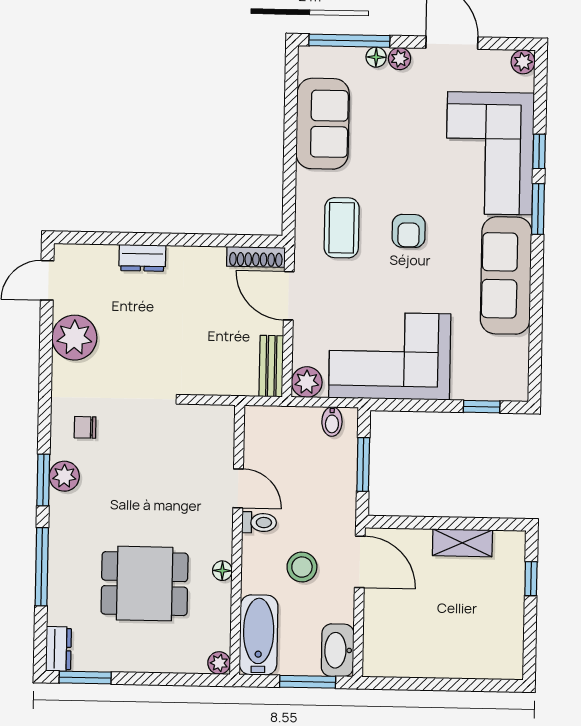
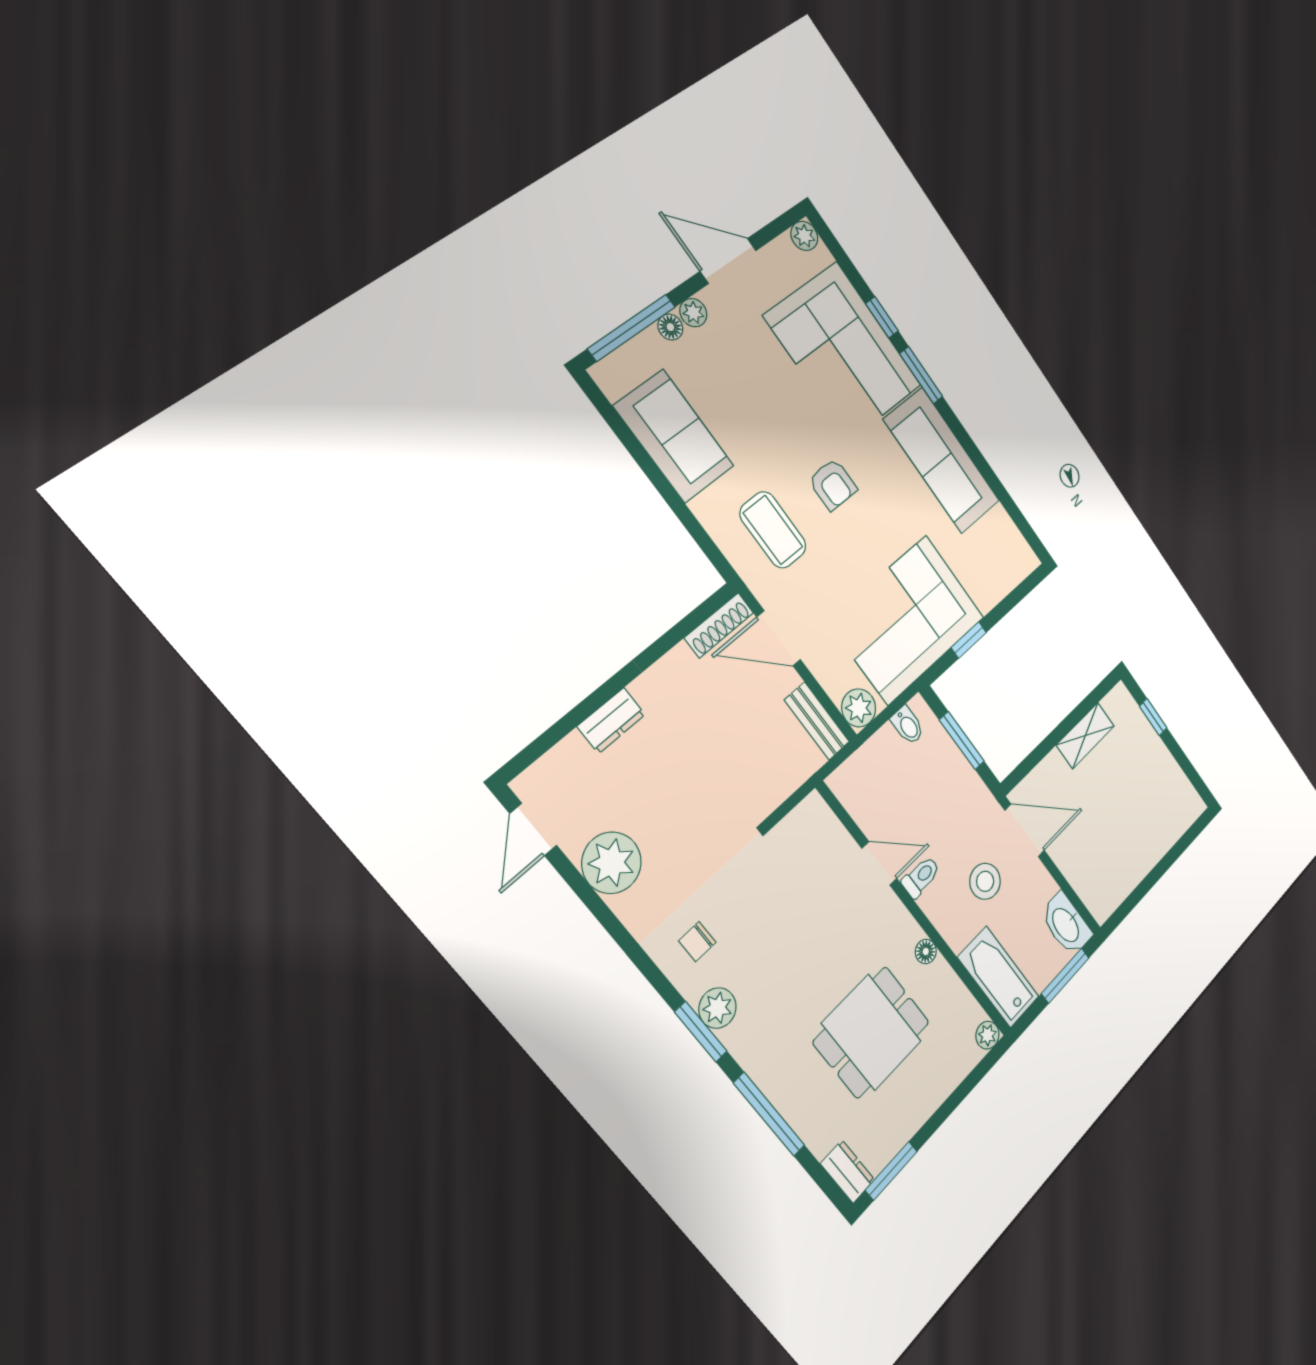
window: (482, 407) -> (969, 640), moved

